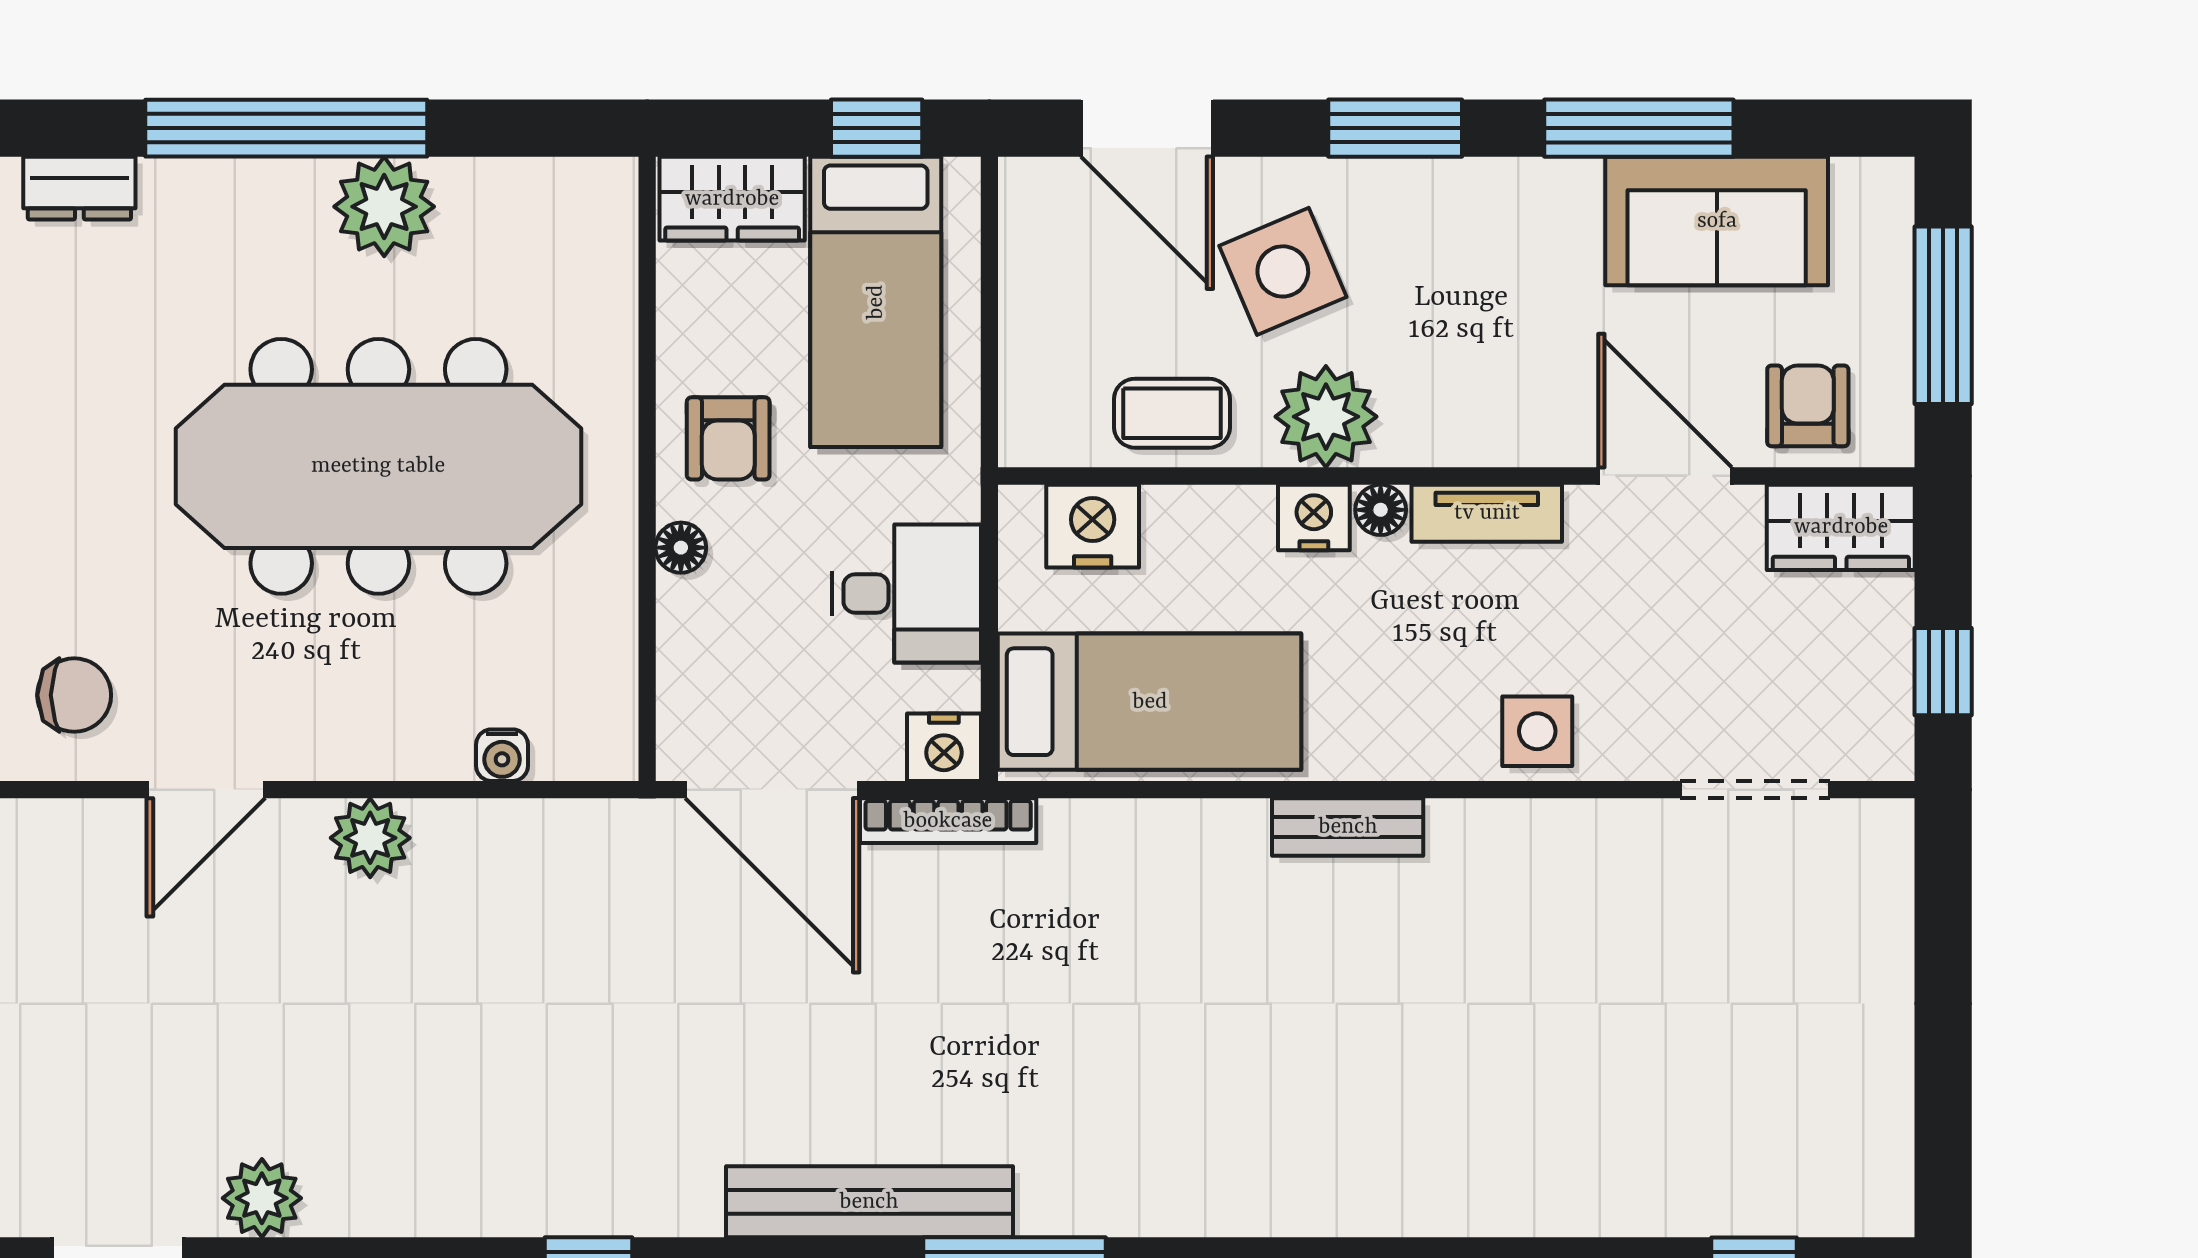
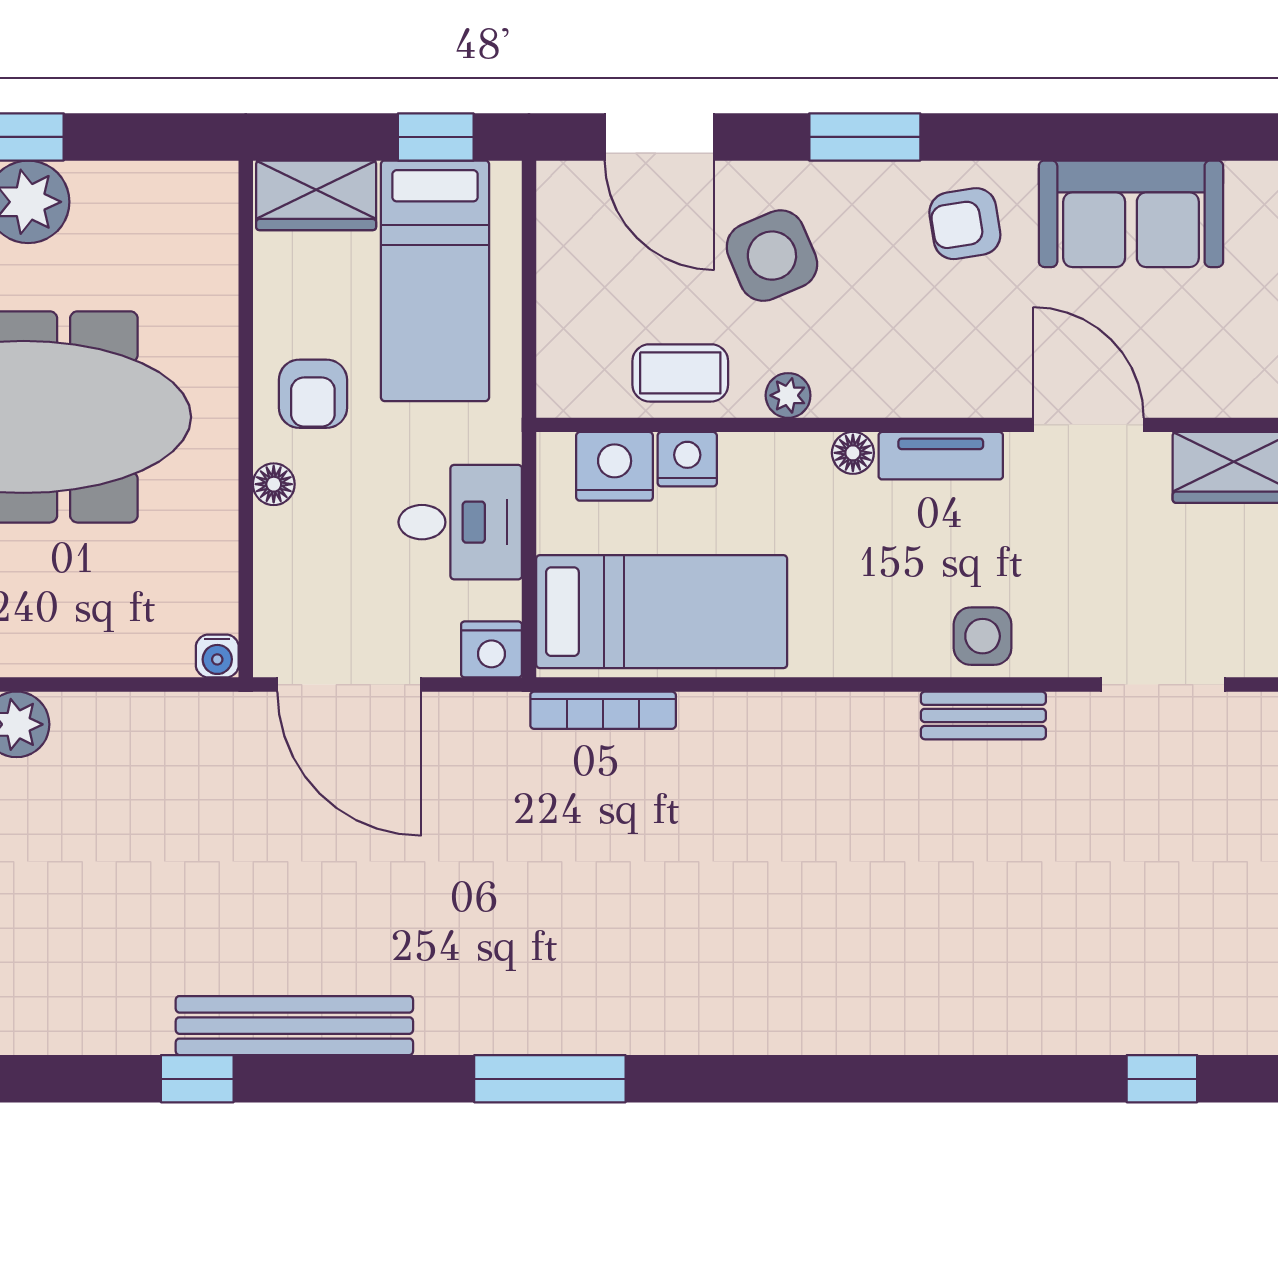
window: (1639, 128) -> (1067, 137), removed
armchair: (1808, 406) -> (965, 224), moved, turned -99
plant: (1326, 417) -> (788, 395), width x0.53, depth x0.53
nightstand: (1314, 517) -> (687, 459), moved
water cooler: (502, 755) -> (217, 656), moved
bookcase: (948, 821) -> (603, 710), moved
bench: (1348, 827) -> (983, 715), moved
bench: (869, 1202) -> (294, 1026), moved

